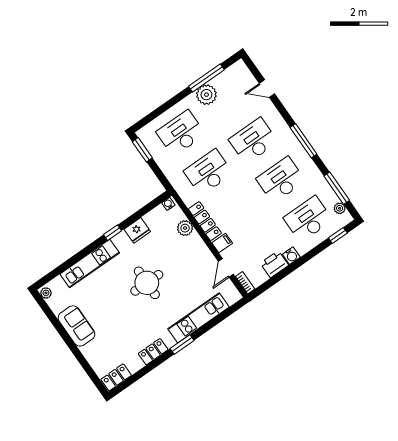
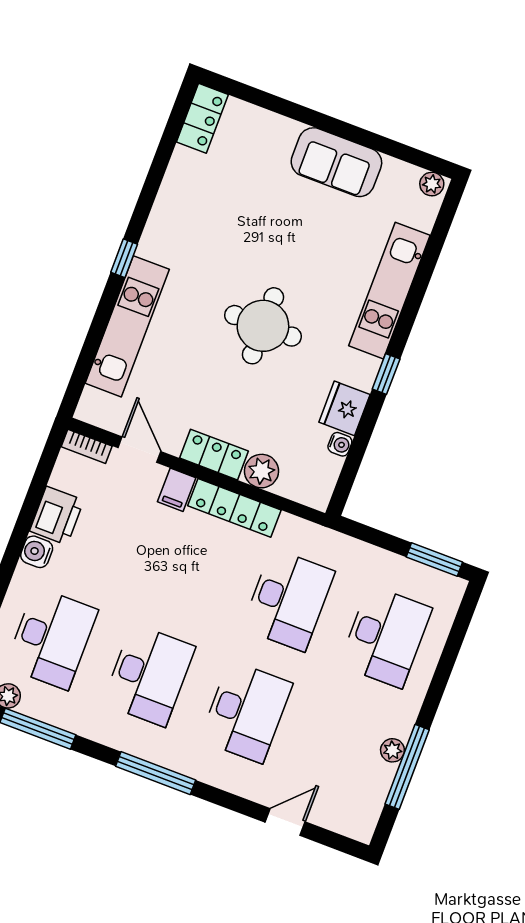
plant: (206, 95) -> (392, 750), width x0.53, depth x0.53
water cooler: (168, 204) -> (340, 444), moved
window: (182, 344) -> (124, 258), width x0.67
locker: (153, 352) -> (214, 455), moved, turned -90

